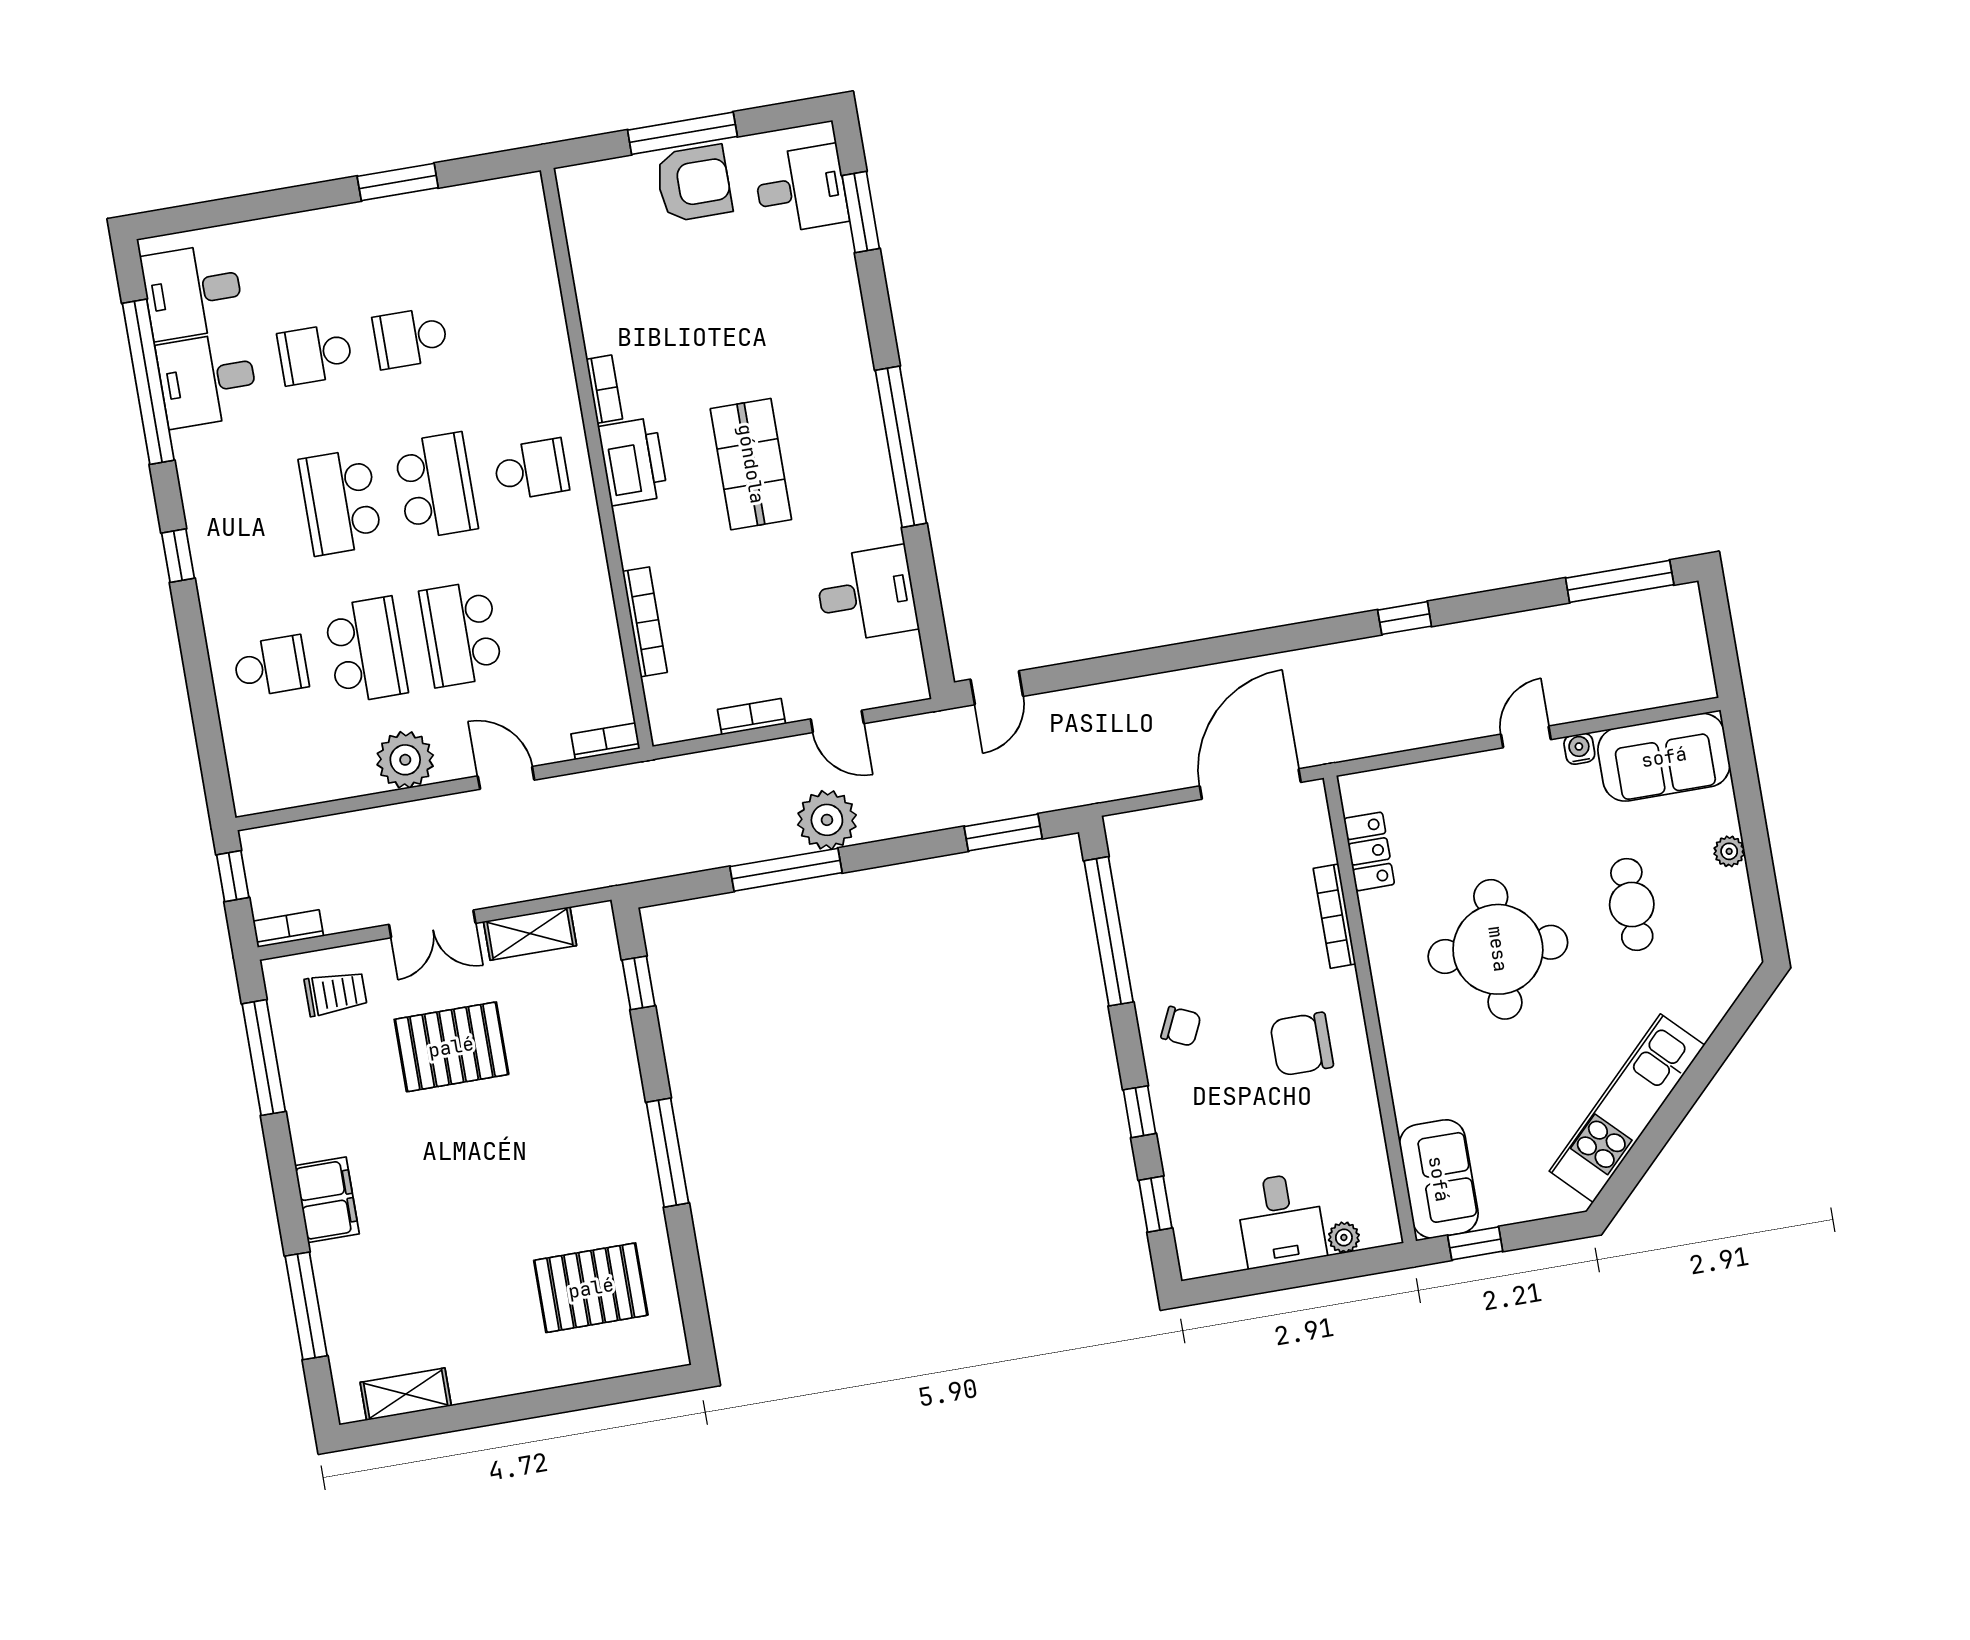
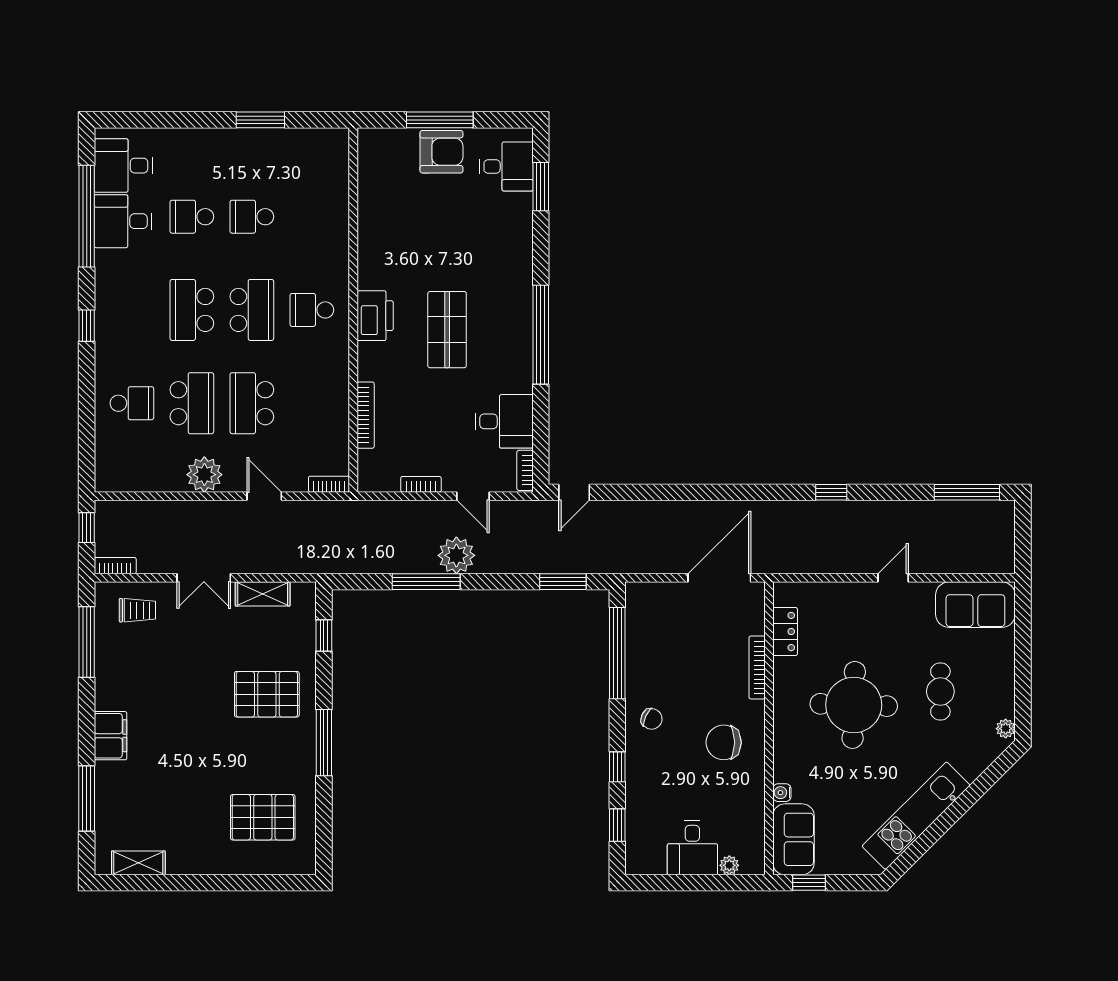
bookcase: (604, 389) -> (525, 470), moved, turned 180
school desk: (531, 470) -> (312, 310), turned 180
water cooler: (1579, 749) -> (782, 793), moved, turned -90
plant: (1729, 851) -> (1006, 729), moved
pallet: (451, 1047) -> (267, 694), moved

